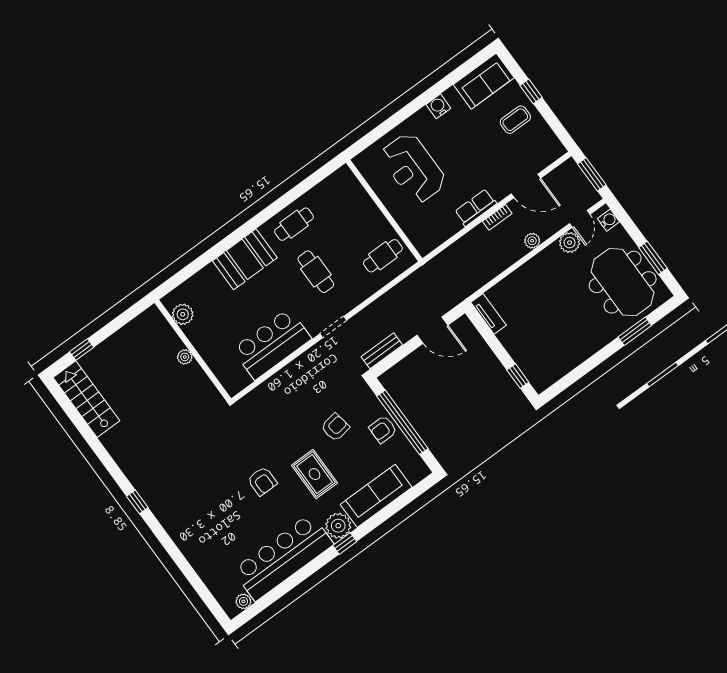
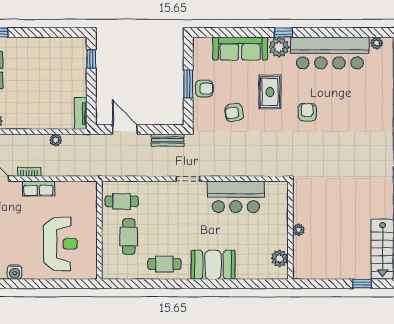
plant: (532, 241) -> (56, 140), moved
cafe table: (316, 272) -> (129, 236), moved
window: (402, 422) -> (188, 84), width x0.47

